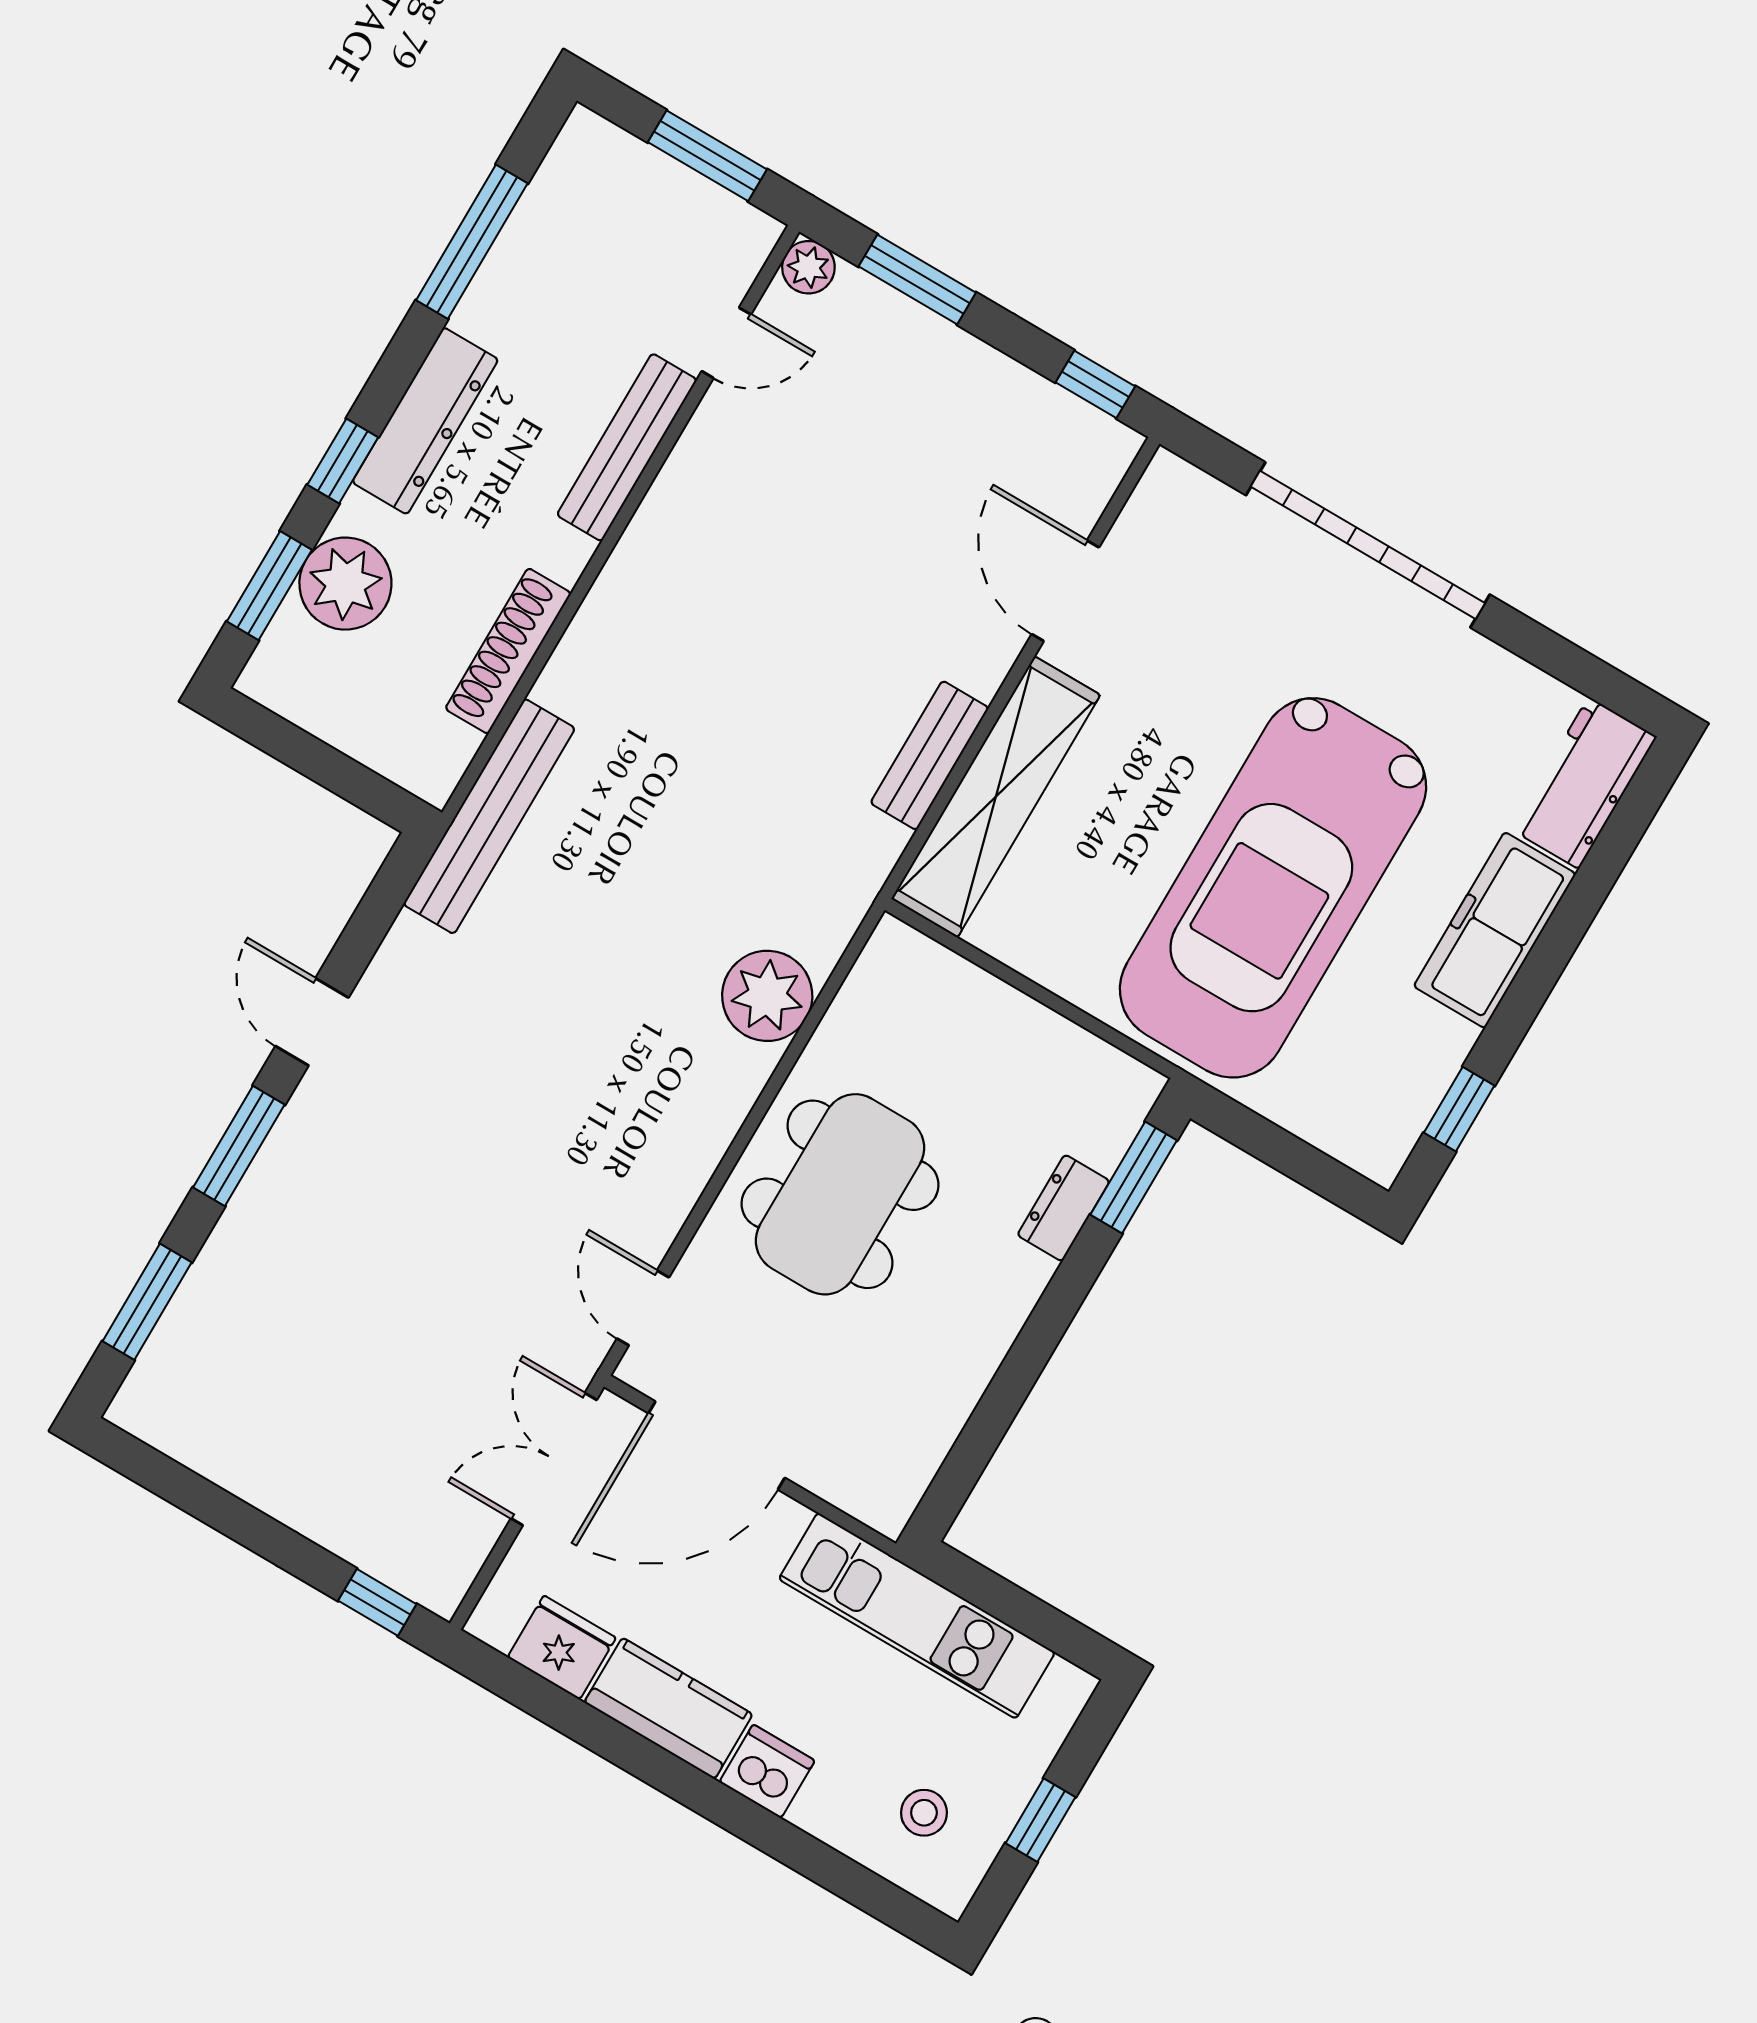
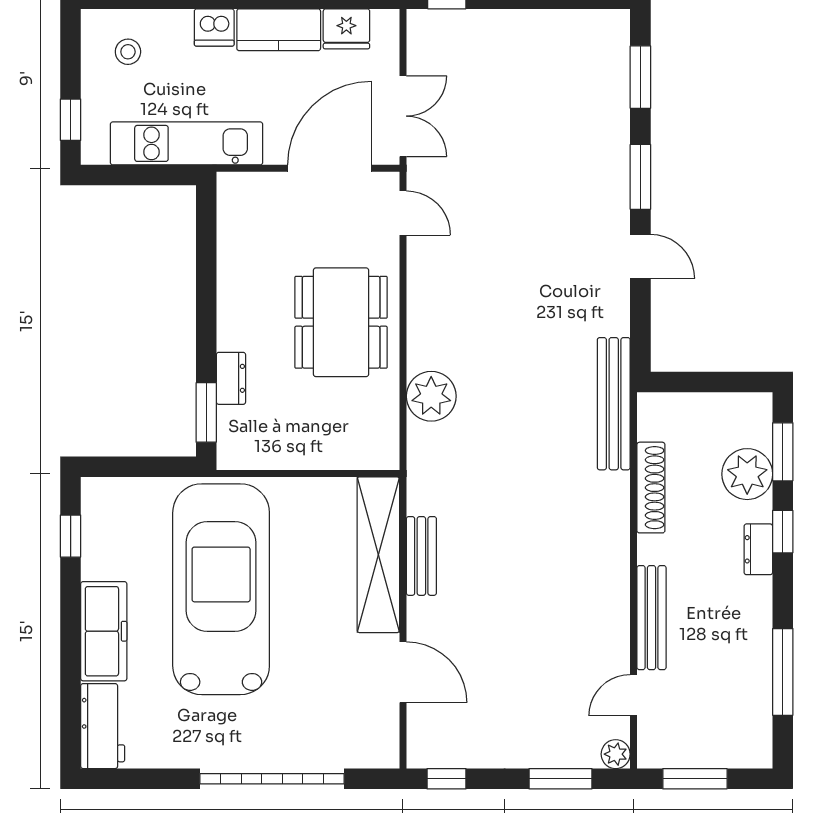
dresser: (425, 421) -> (758, 549), width x0.51, depth x0.80
window: (1040, 1820) -> (71, 120), moved

